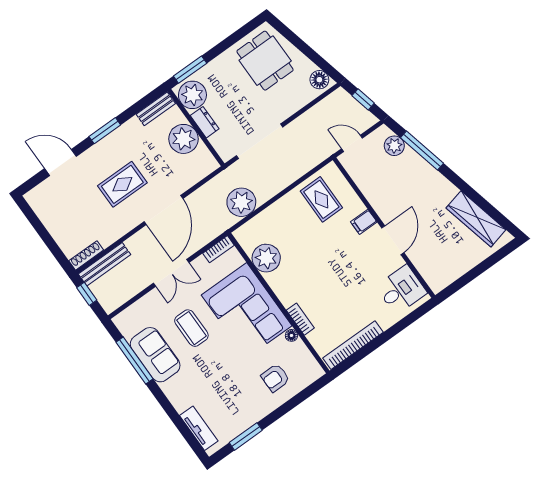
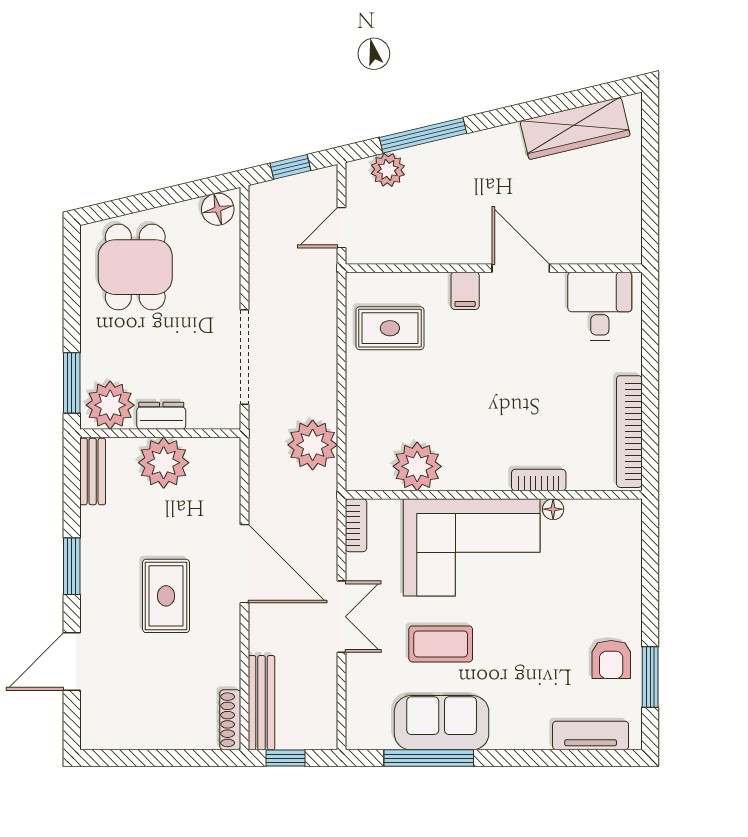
dining table: (265, 61) -> (135, 267), turned 90
armchair: (275, 378) -> (611, 660), moved

